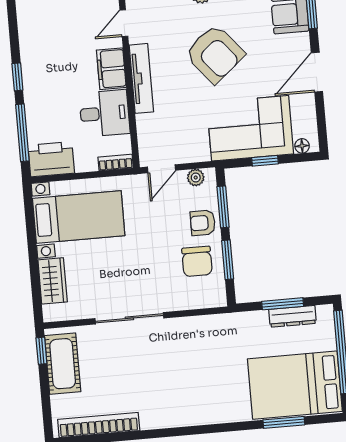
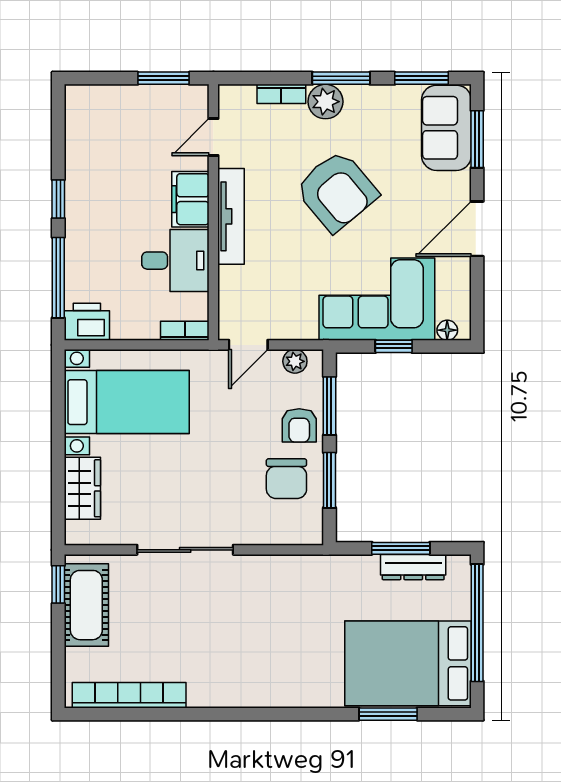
printer: (51, 159) -> (87, 322), width x0.73, depth x0.84
armchair: (203, 223) -> (299, 425), turned -90

